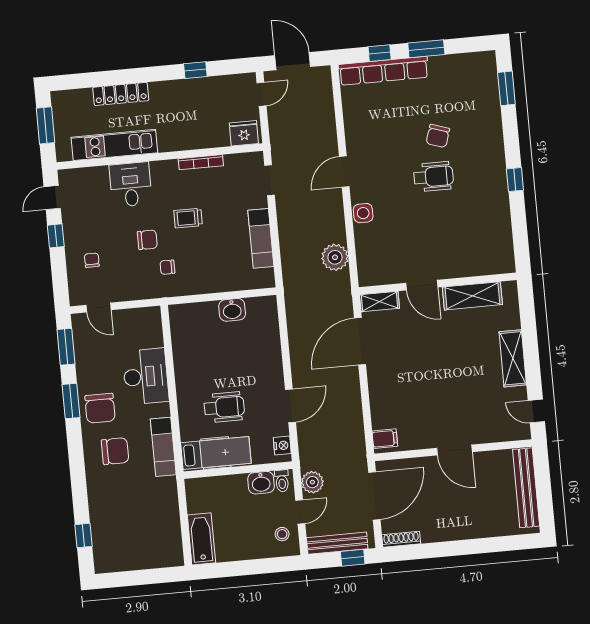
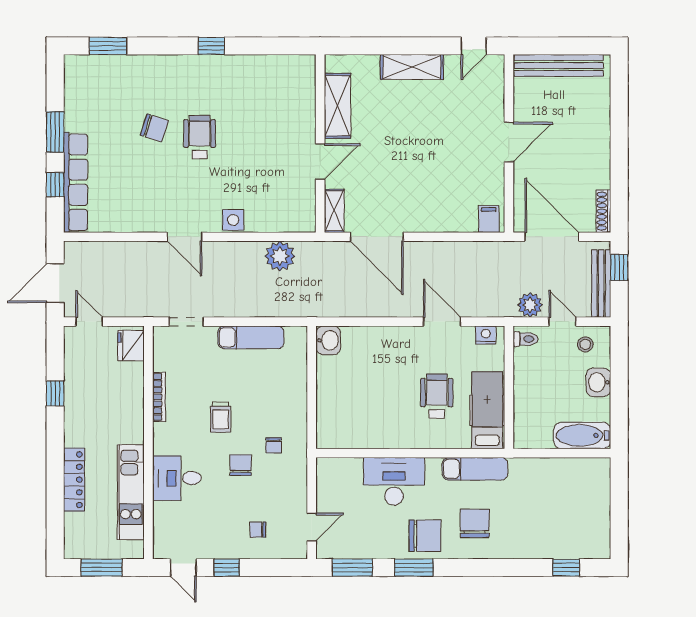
washbasin: (232, 310) -> (328, 340), moved
washbasin: (261, 483) -> (598, 382), moved, turned 180

